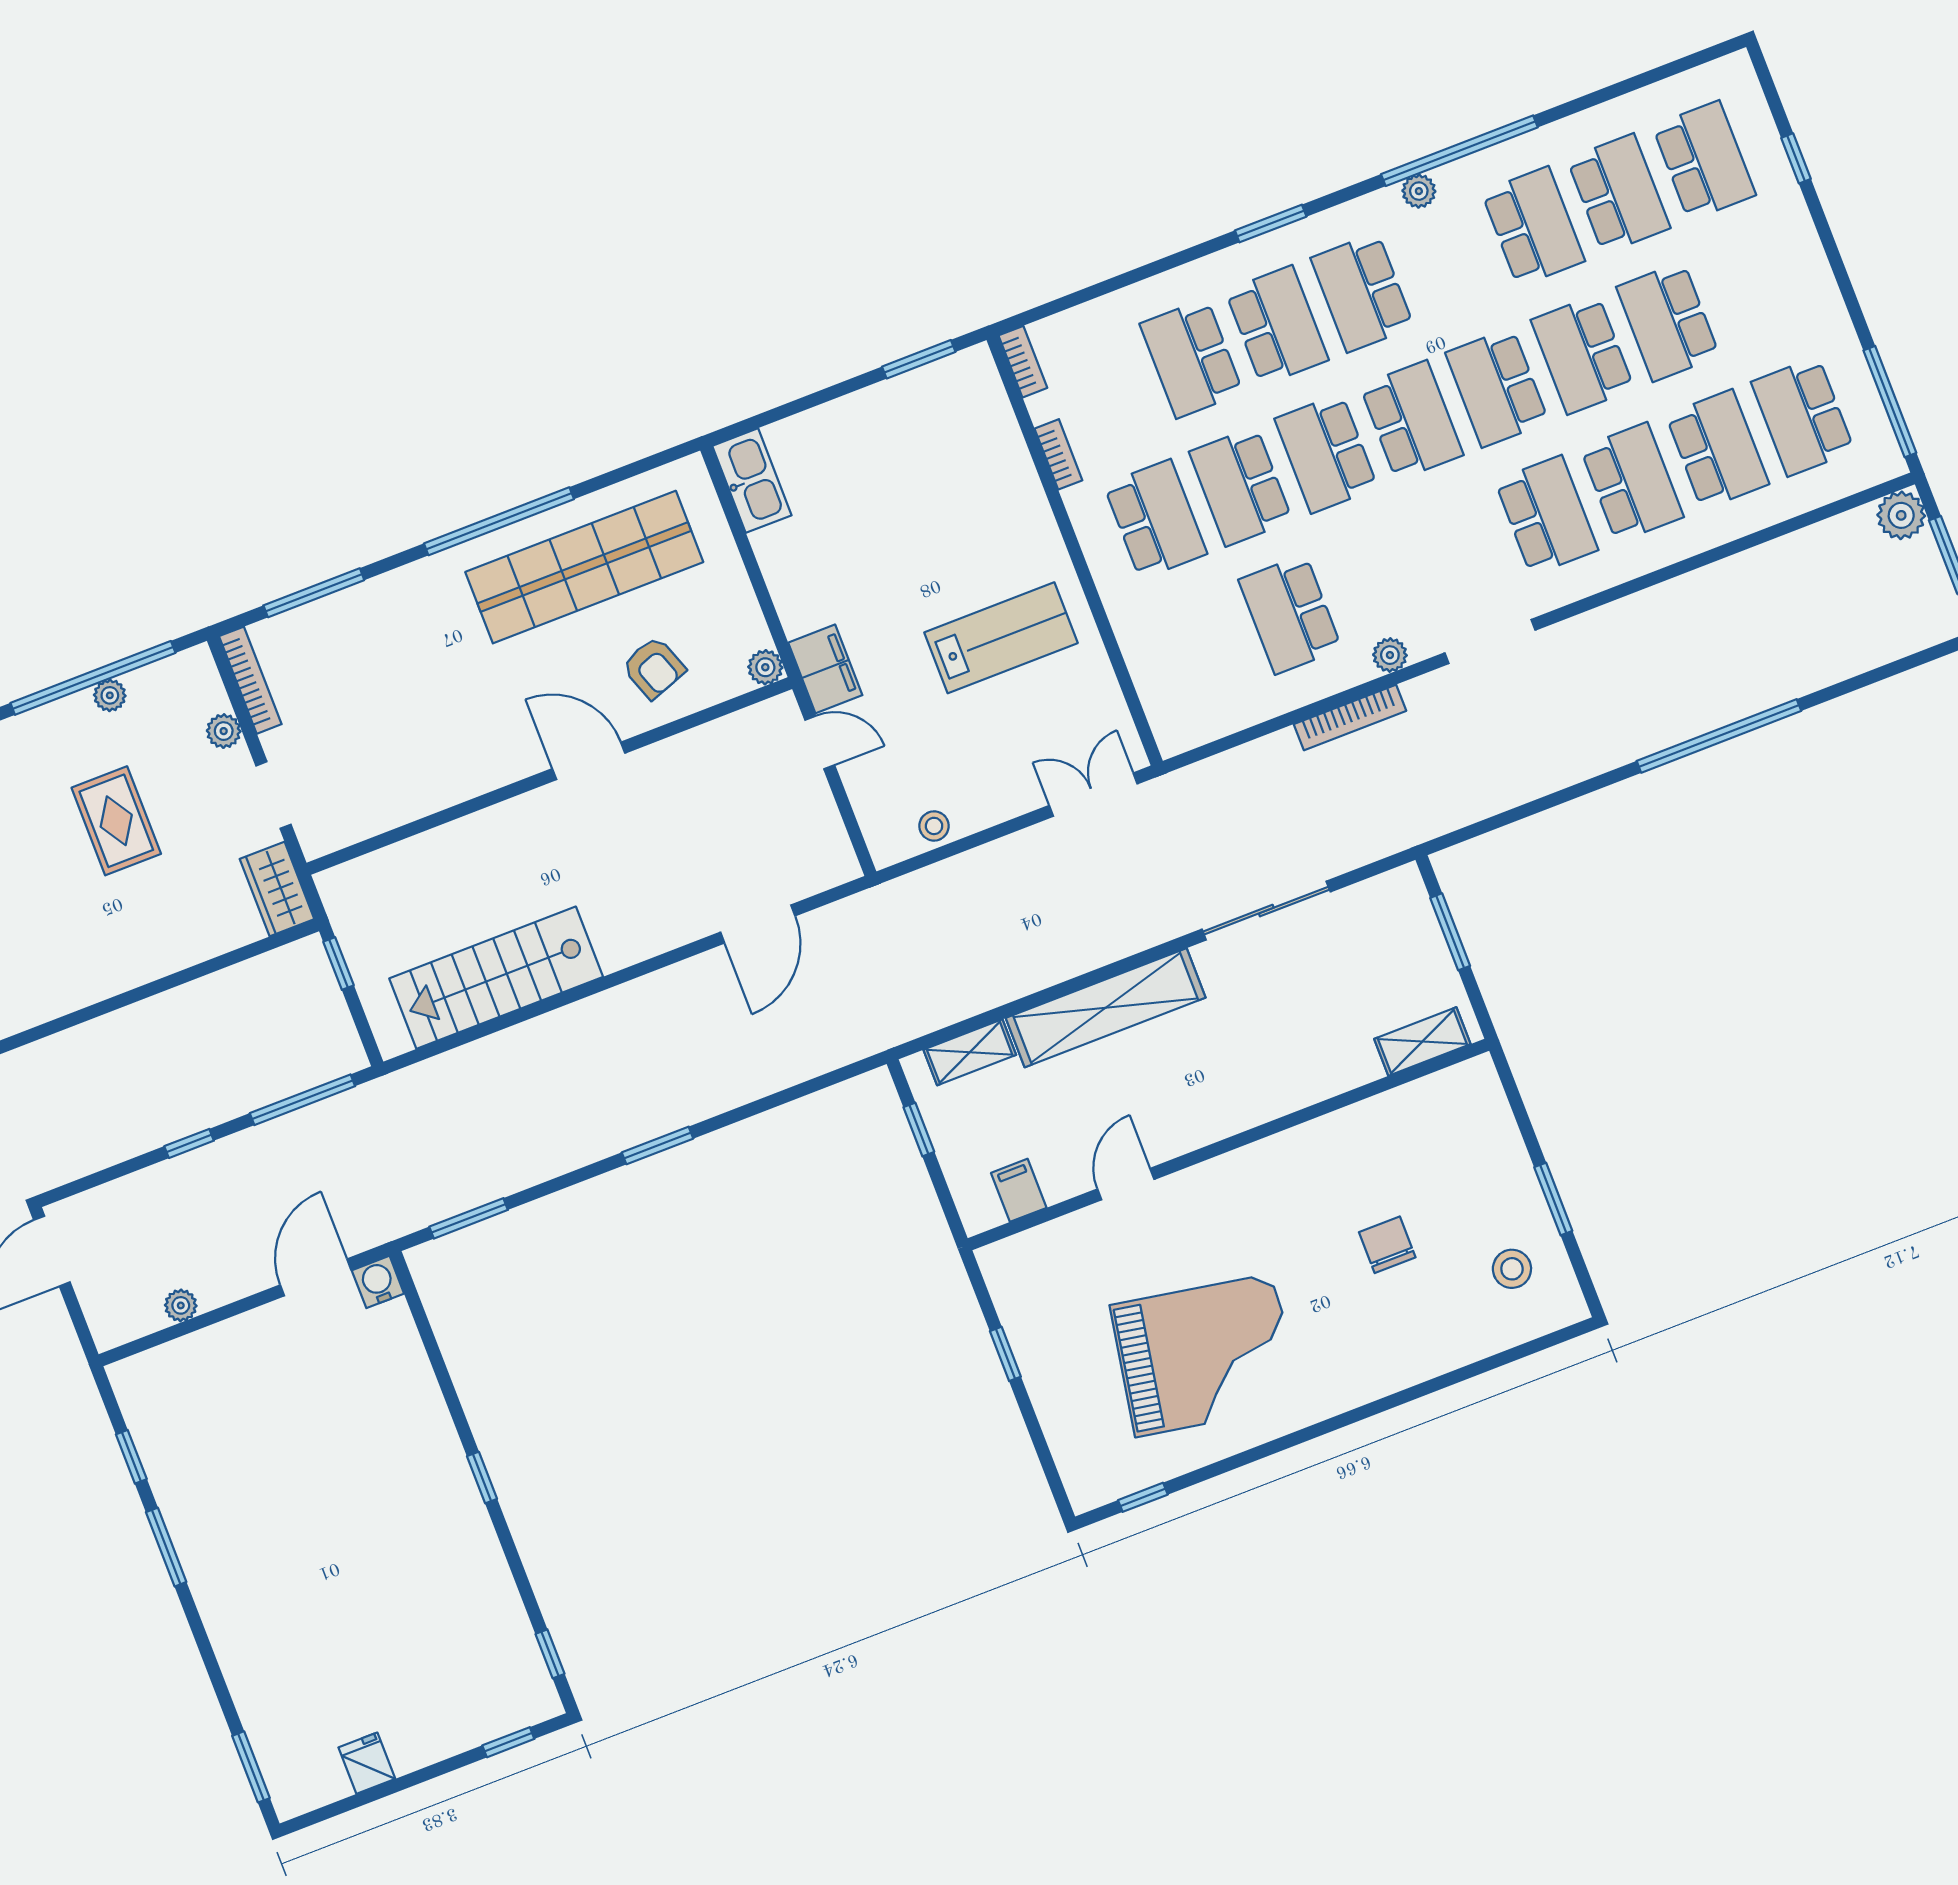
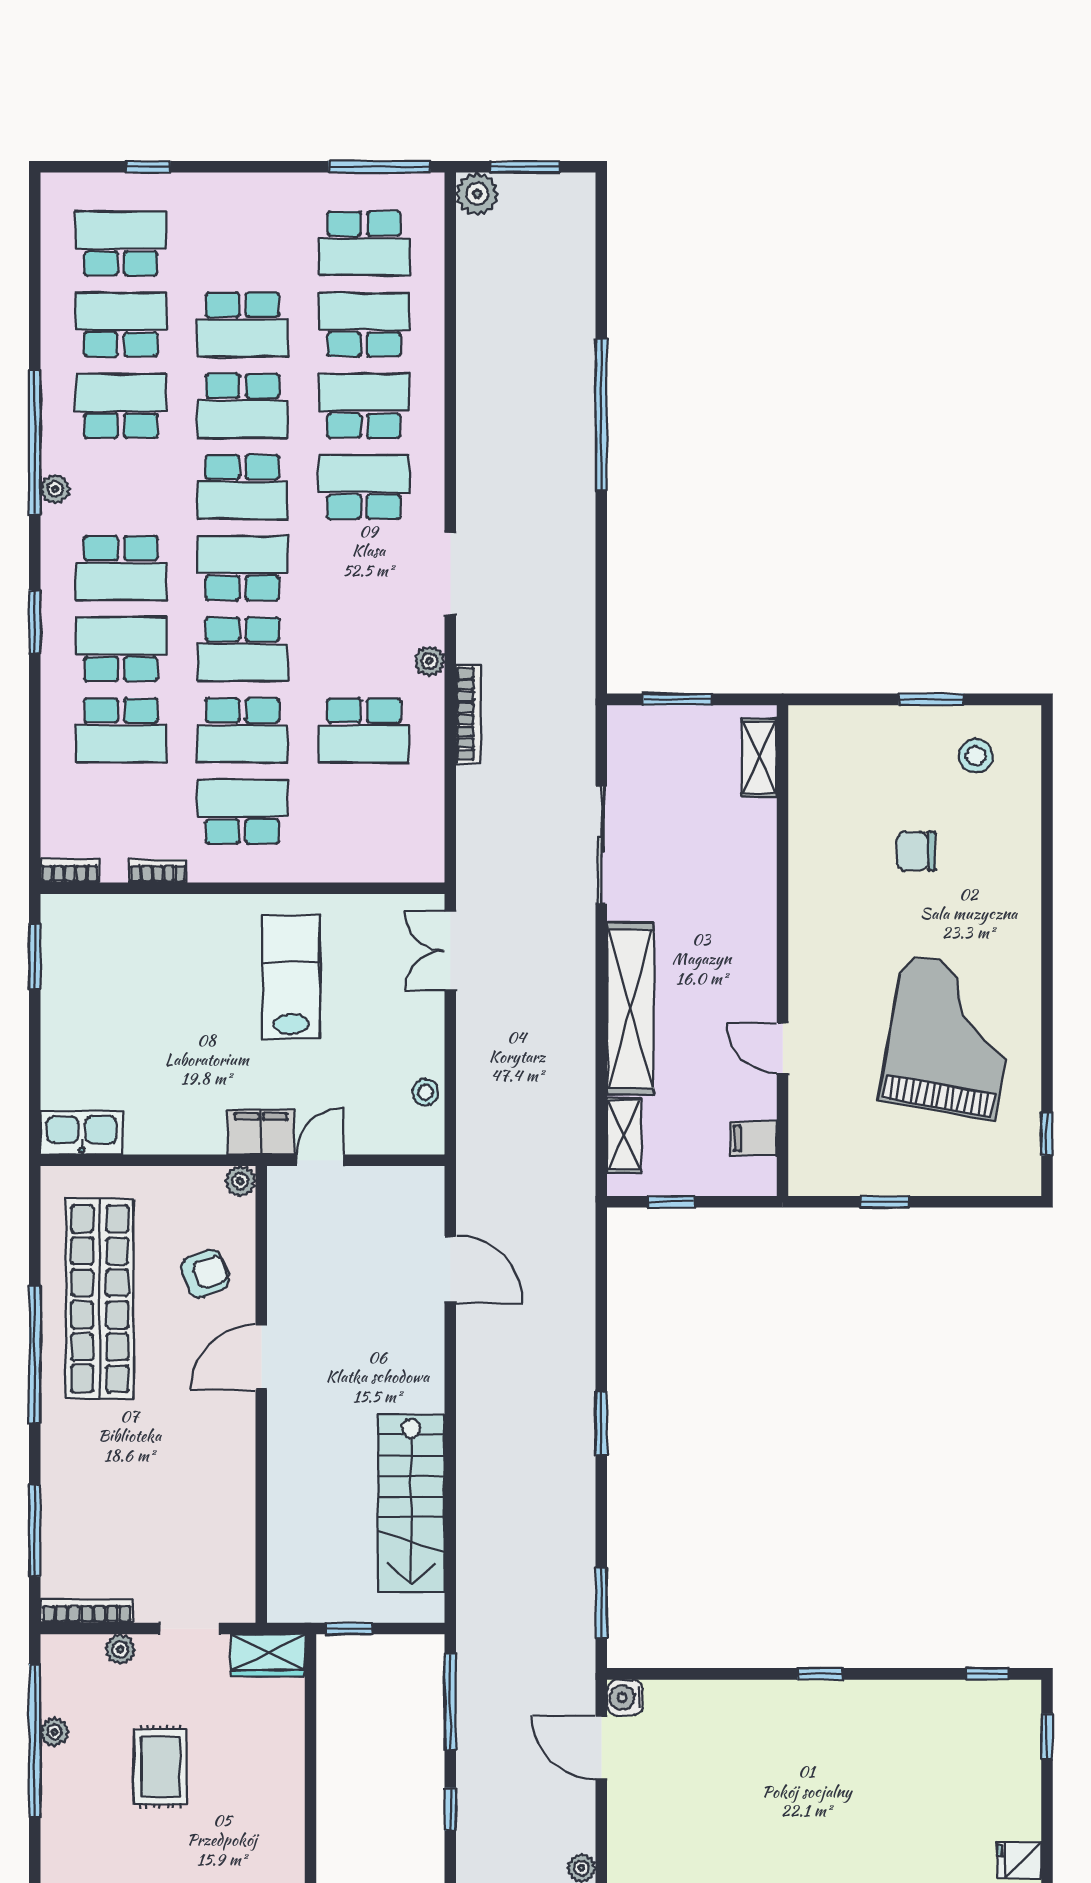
rug: (116, 821) -> (160, 1767), turned 90

